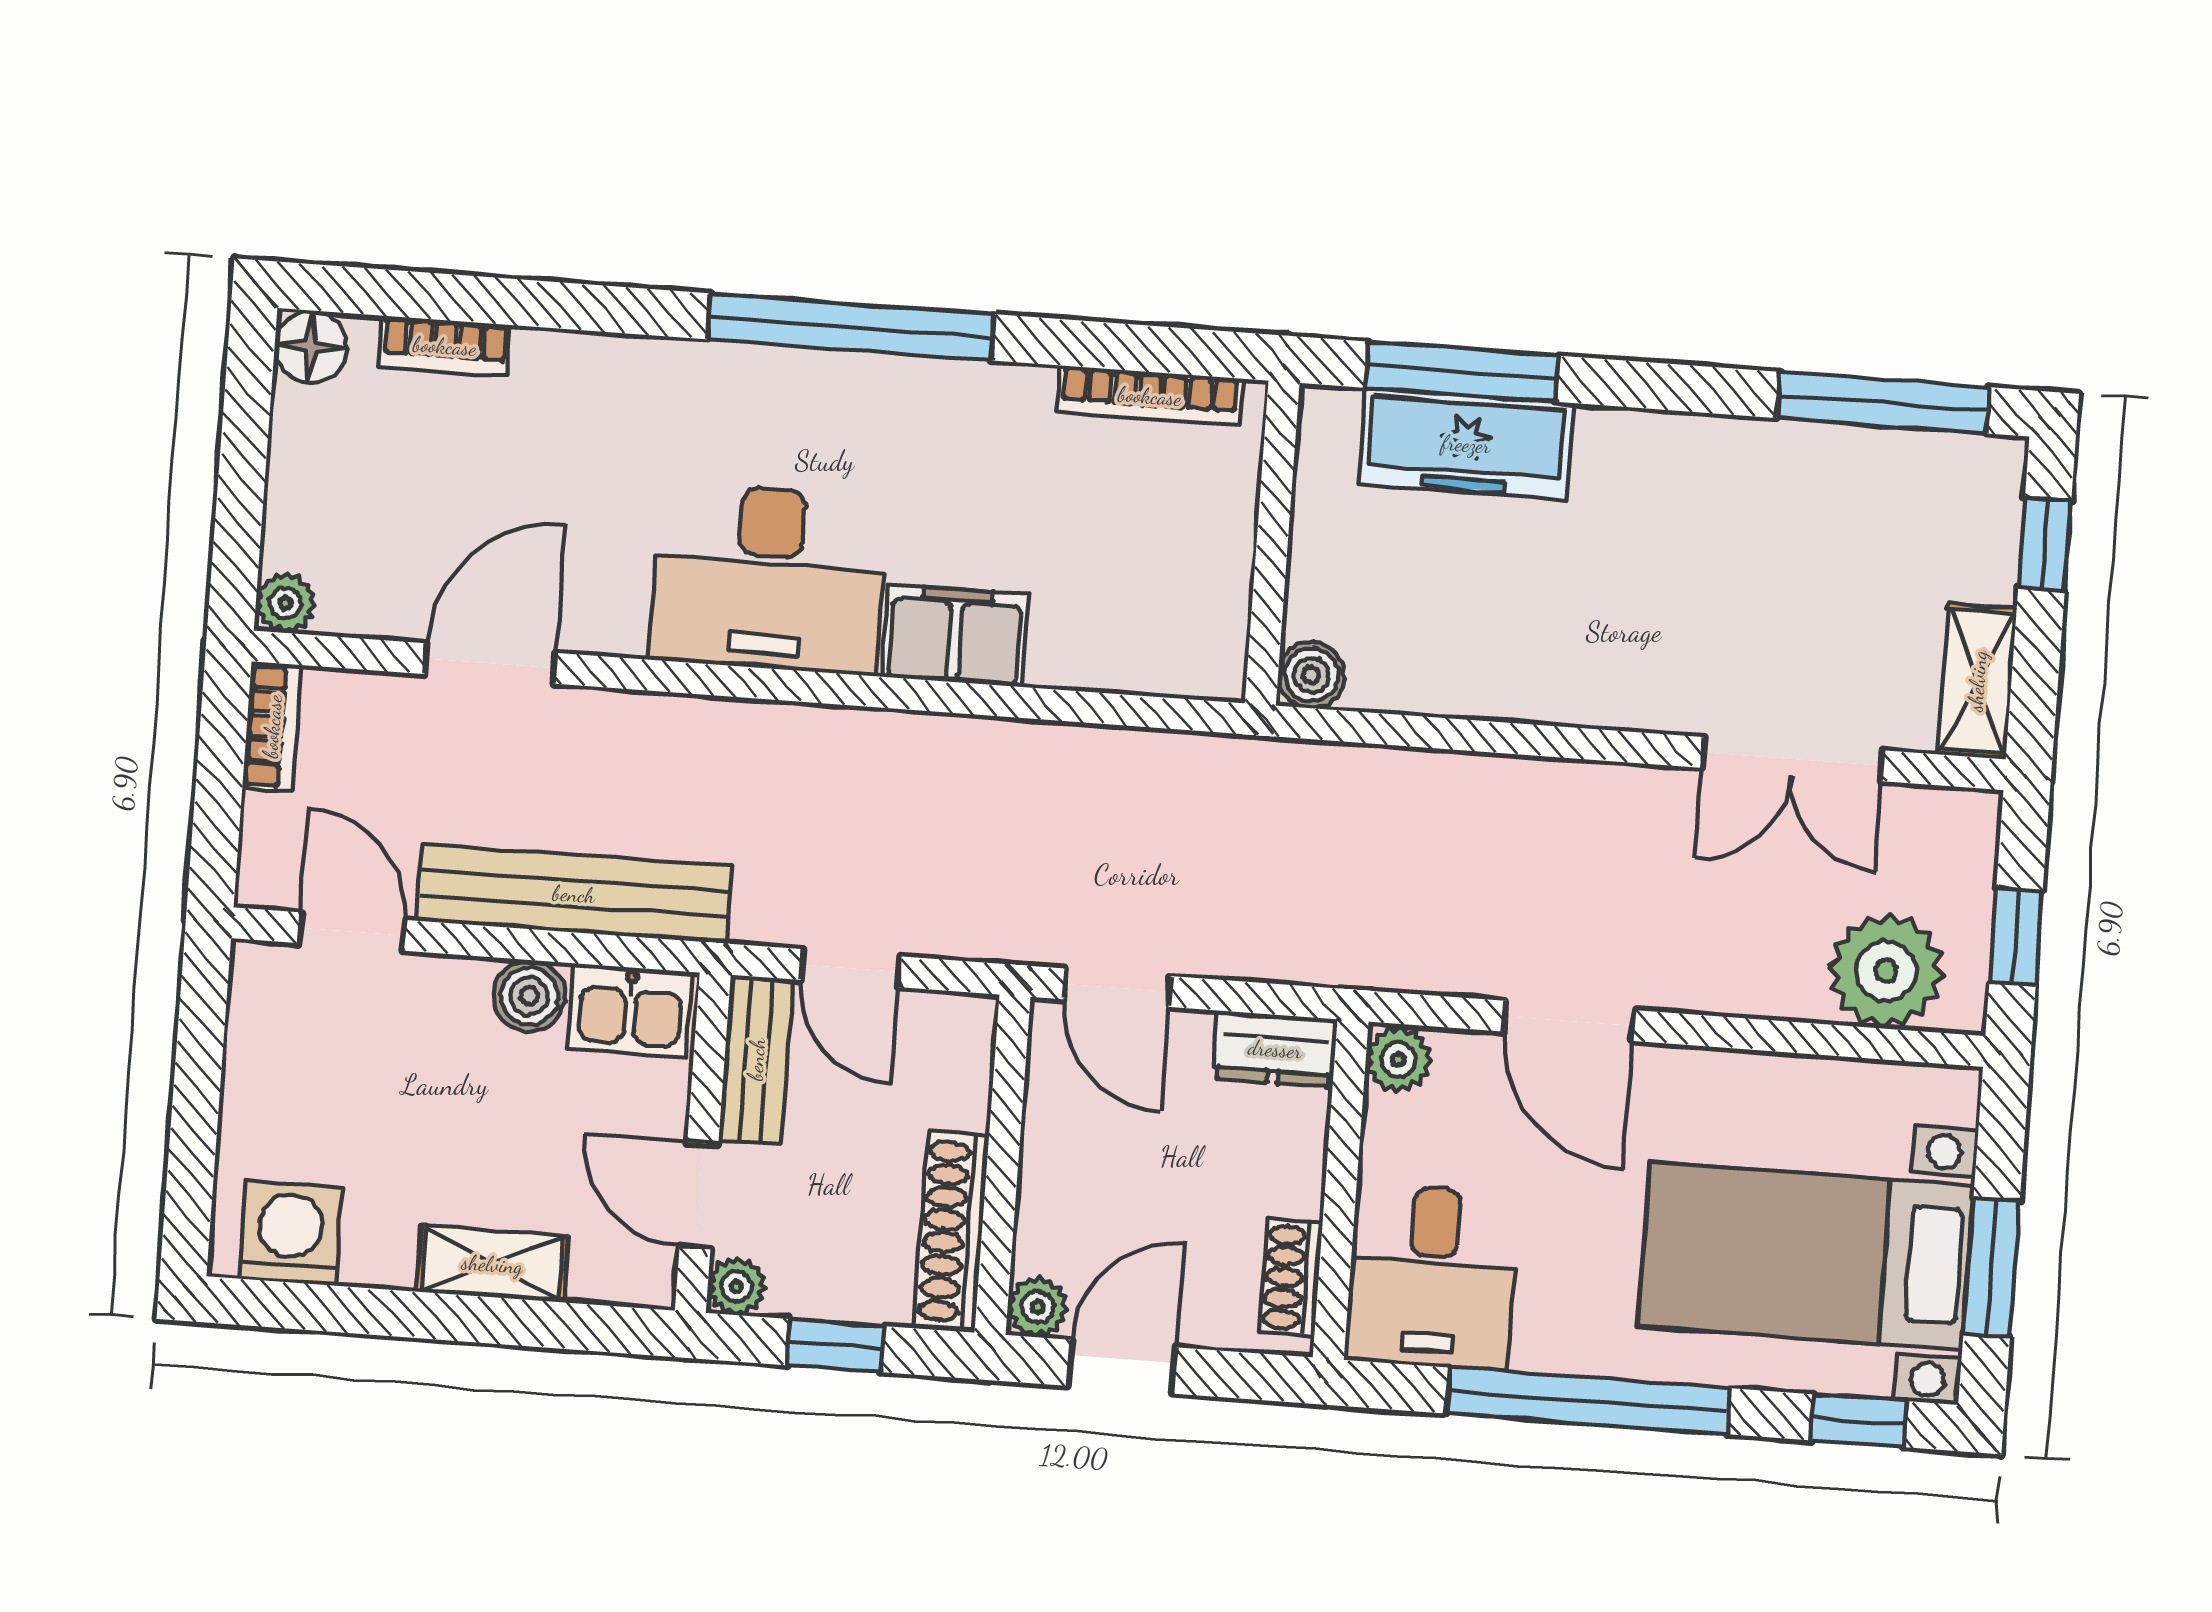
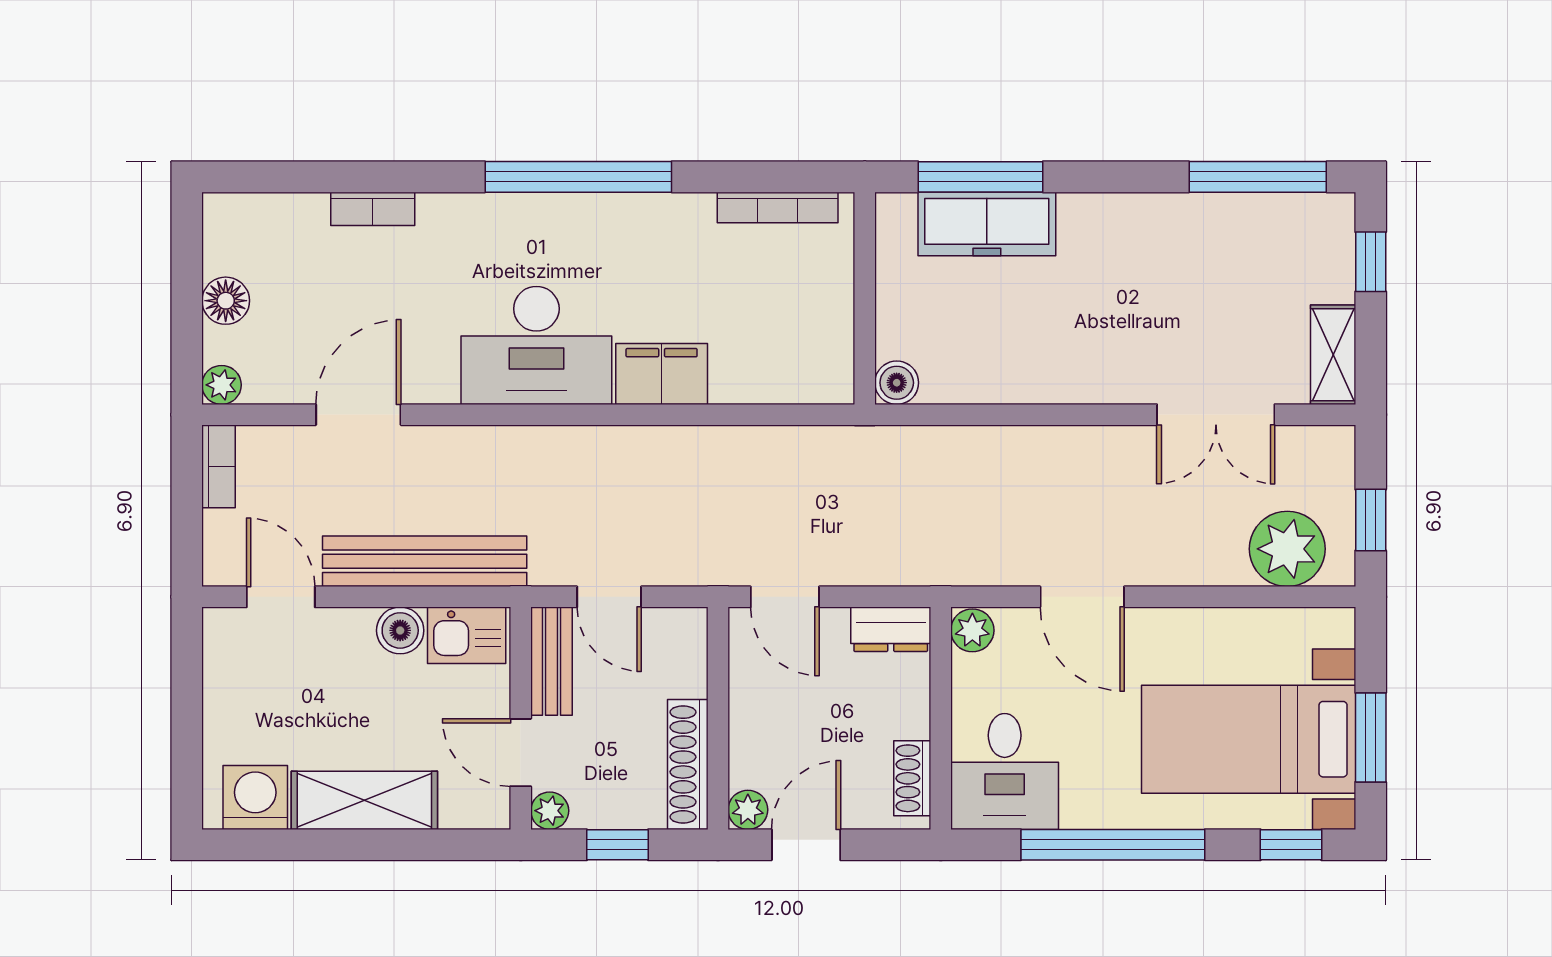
bookcase: (445, 346) -> (373, 209), moved
floor lamp: (311, 347) -> (226, 301), moved
shelving: (492, 1264) -> (364, 800), width x1.50, depth x1.33

